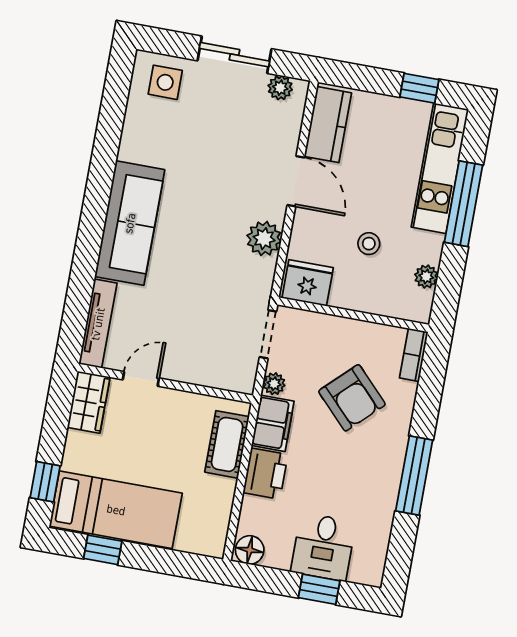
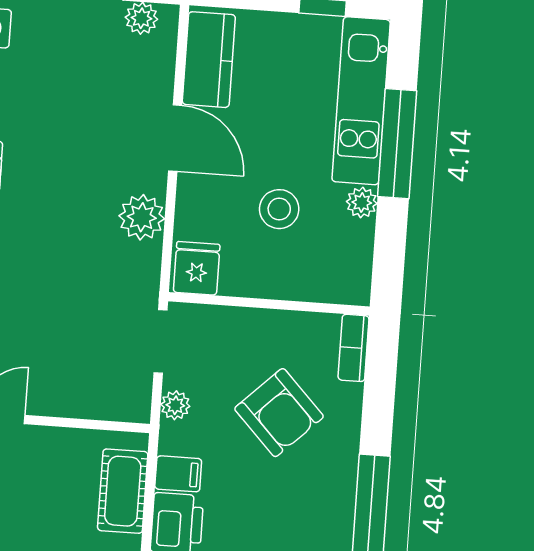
stool: (369, 244) -> (279, 209), width x1.37, depth x1.37
plant: (426, 277) -> (362, 202), moved
fridge: (308, 283) -> (197, 268), width x0.72
filing cabinet: (273, 423) -> (178, 474), width x0.50

